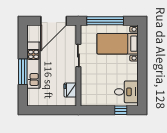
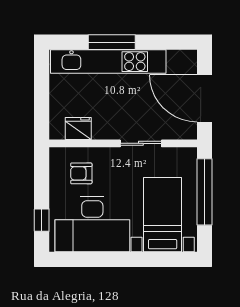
kitchen unit: (33, 65) -> (108, 62), width x1.36
armchair: (95, 88) -> (81, 173), added
desk: (126, 92) -> (92, 224), width x1.87, depth x1.30

